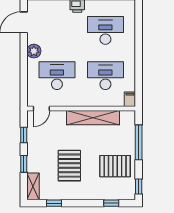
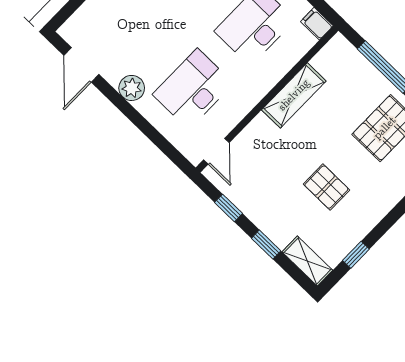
shelving: (93, 118) -> (294, 95), width x0.68
pallet: (69, 166) -> (326, 187), width x0.67, depth x0.71

